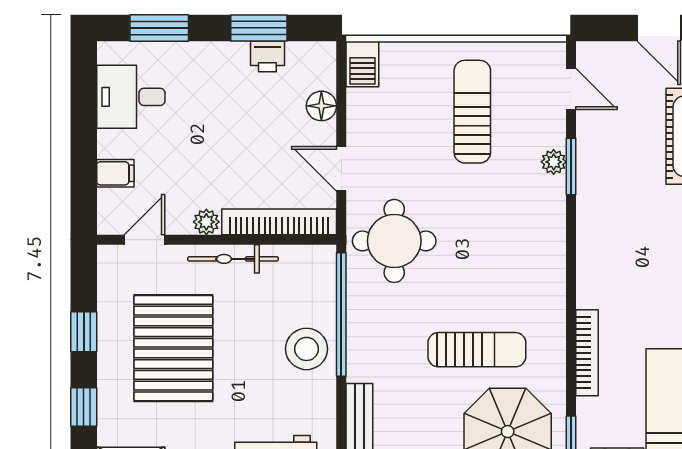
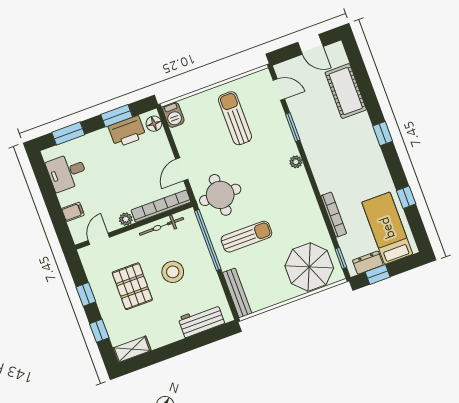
printer: (267, 56) -> (127, 132), width x1.87, depth x1.48
floor lamp: (321, 106) -> (154, 124), moved
plant: (554, 162) -> (296, 162), moved
door: (341, 169) -> (182, 169), hinge flipped
bicycle: (233, 259) -> (161, 226), moved
pallet: (173, 348) -> (132, 286), width x0.73, depth x0.71
stool: (306, 349) -> (173, 272), moved
sun lounger: (477, 350) -> (246, 237), moved

